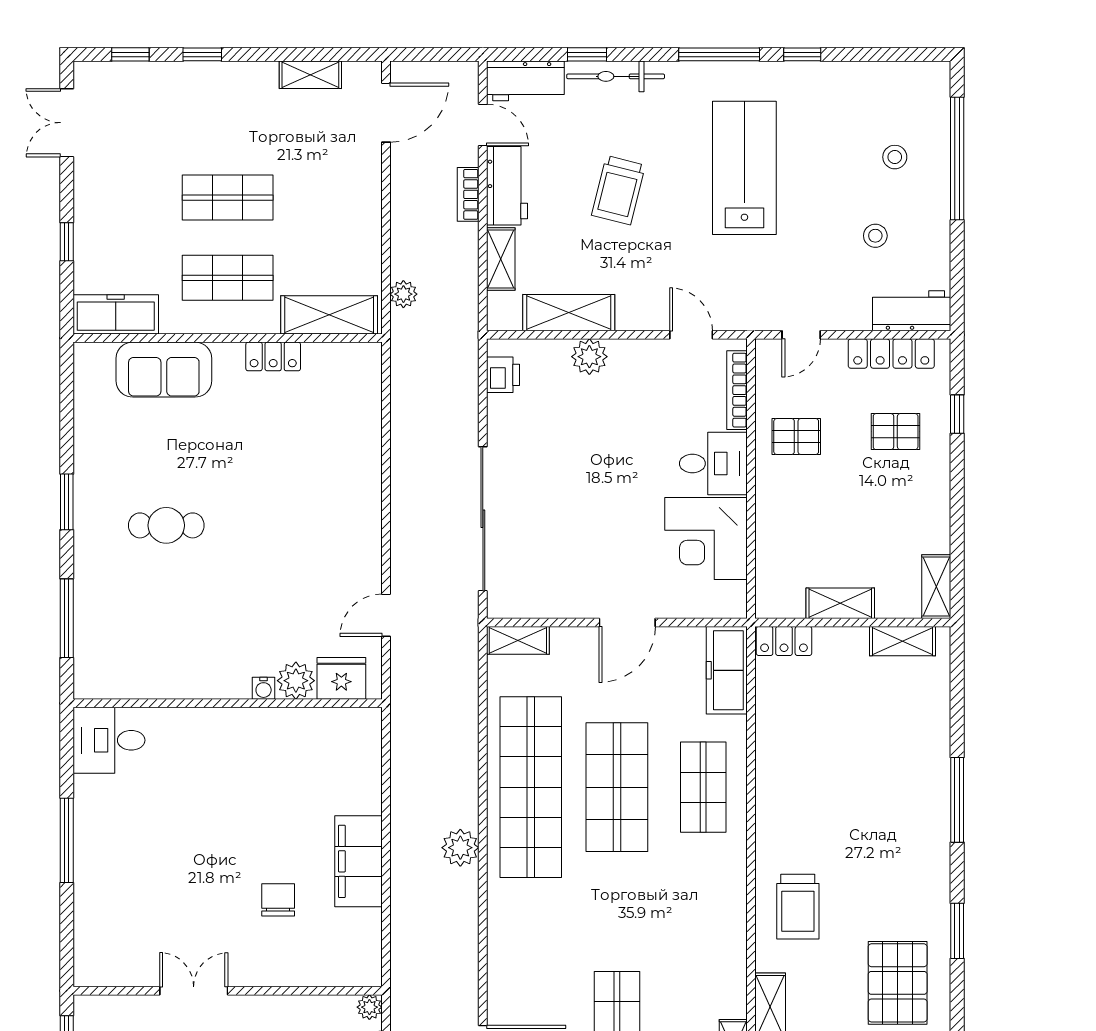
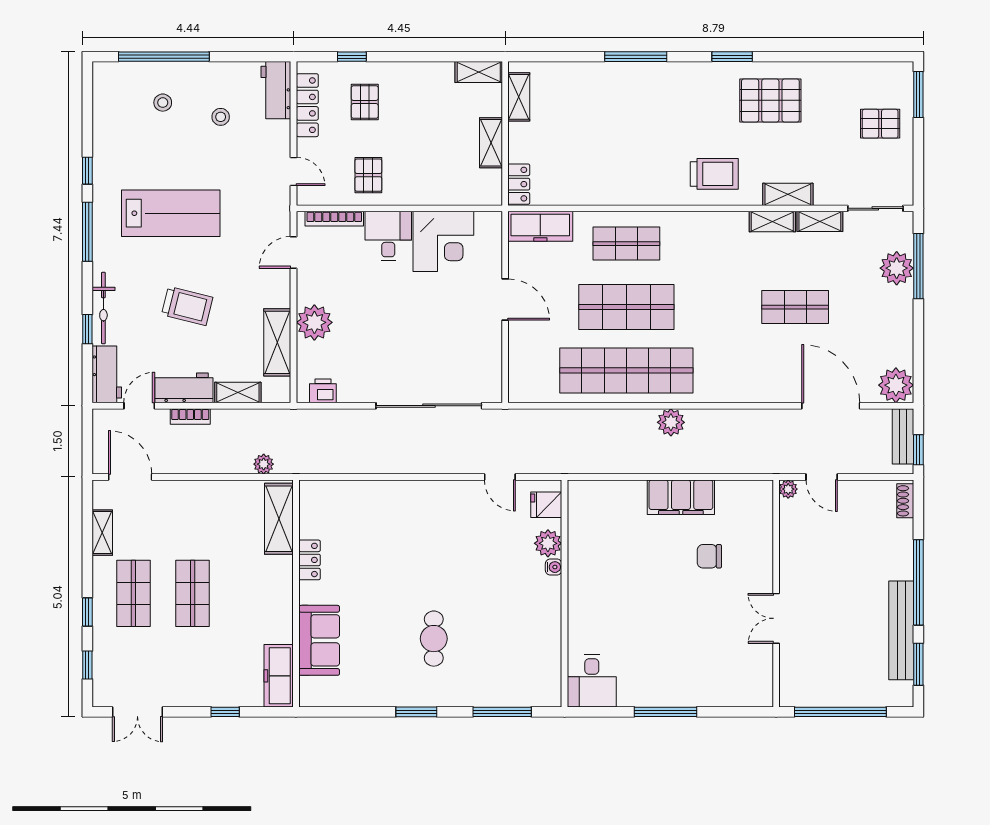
lab bench: (744, 168) -> (171, 213), turned 180
shop shelf: (228, 278) -> (133, 593), moved
plant: (589, 357) -> (314, 322), width x1.36, depth x1.36
shelving: (518, 640) -> (772, 222), moved, turned 90
fridge: (341, 678) -> (546, 505), width x0.72

